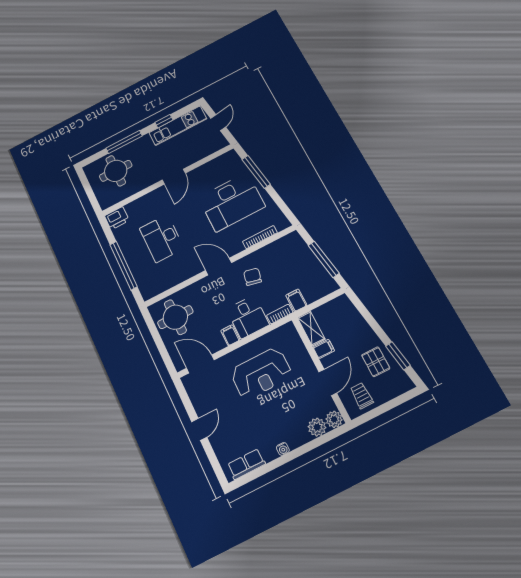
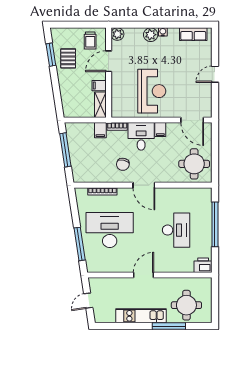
window: (164, 121) -> (129, 326), removed
kitchen unit: (178, 126) -> (141, 316), moved
reception desk: (261, 373) -> (152, 91), turned 90
plant: (317, 427) -> (151, 35), moved

